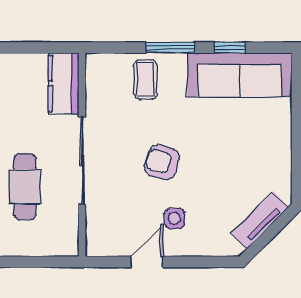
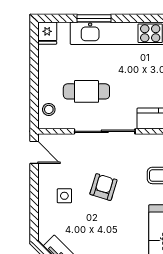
stool: (51, 241) -> (49, 109), added
door: (147, 262) -> (34, 152), moved

